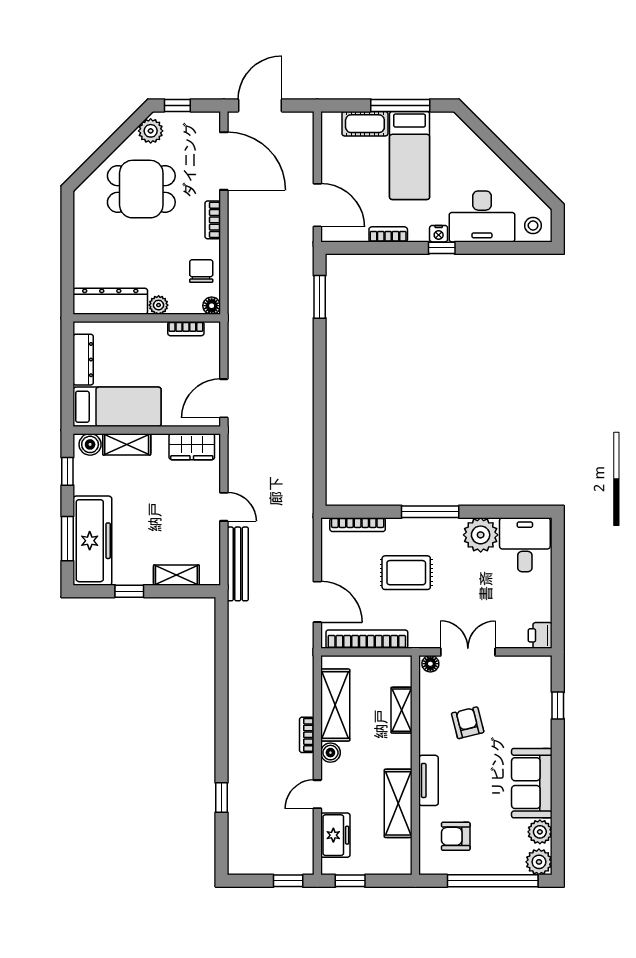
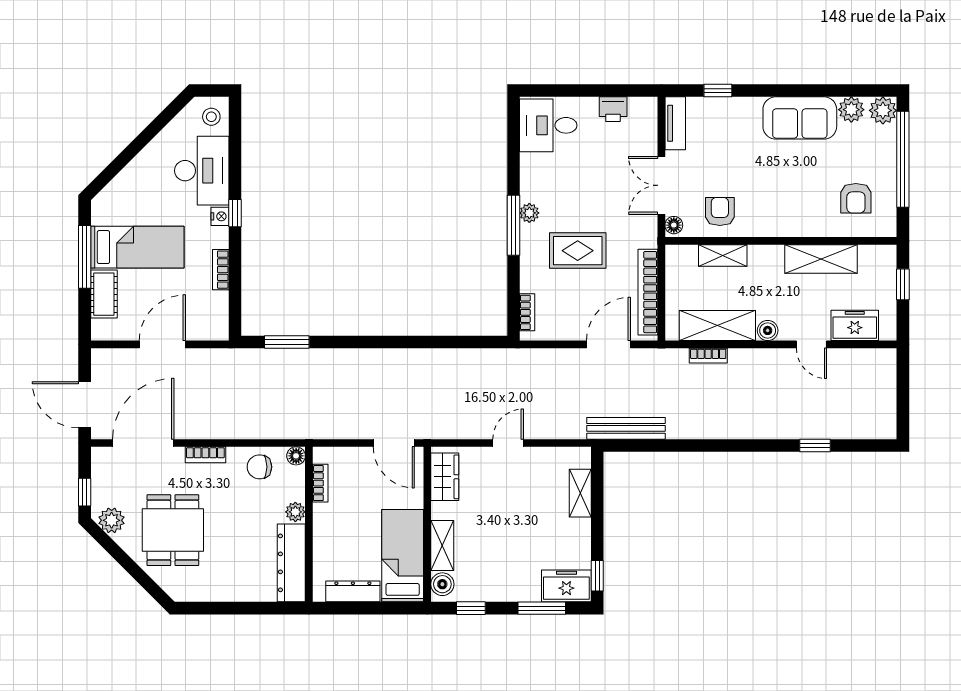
door: (317, 205) -> (162, 344), moved
bookcase: (358, 525) -> (527, 312), width x0.64
plant: (481, 535) -> (529, 213), moved, width x0.53, depth x0.53
freezer: (92, 541) -> (566, 586), width x0.52, depth x0.79
bench: (238, 564) -> (626, 428), moved
rug: (406, 573) -> (578, 251), turned 90
window: (129, 591) -> (597, 576), moved
printer: (540, 635) -> (613, 109), moved
armchair: (468, 723) -> (720, 212), moved, turned 104
bookcase: (307, 735) -> (708, 356), moved
tv unit: (428, 780) -> (675, 123), moved, turned 90
window: (288, 881) -> (903, 375), removed
window: (350, 881) -> (903, 284), moved

